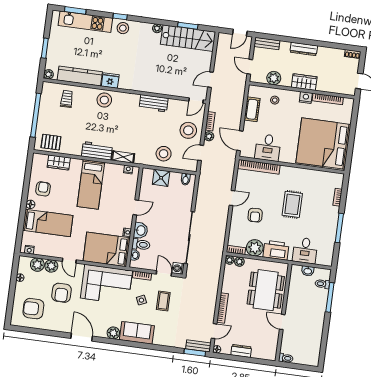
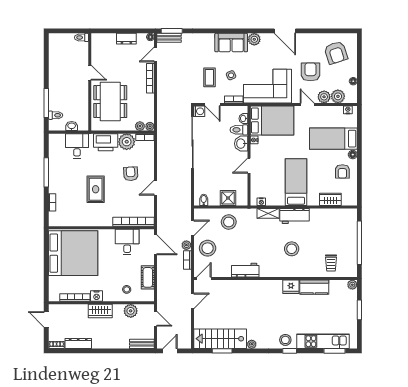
dresser: (304, 49) -> (78, 343), moved
kitchen counter: (80, 76) -> (314, 287), width x0.67
stool: (104, 100) -> (292, 249), moved
pallet: (51, 142) -> (341, 218), removed
armchair: (33, 309) -> (336, 53), turned 72

